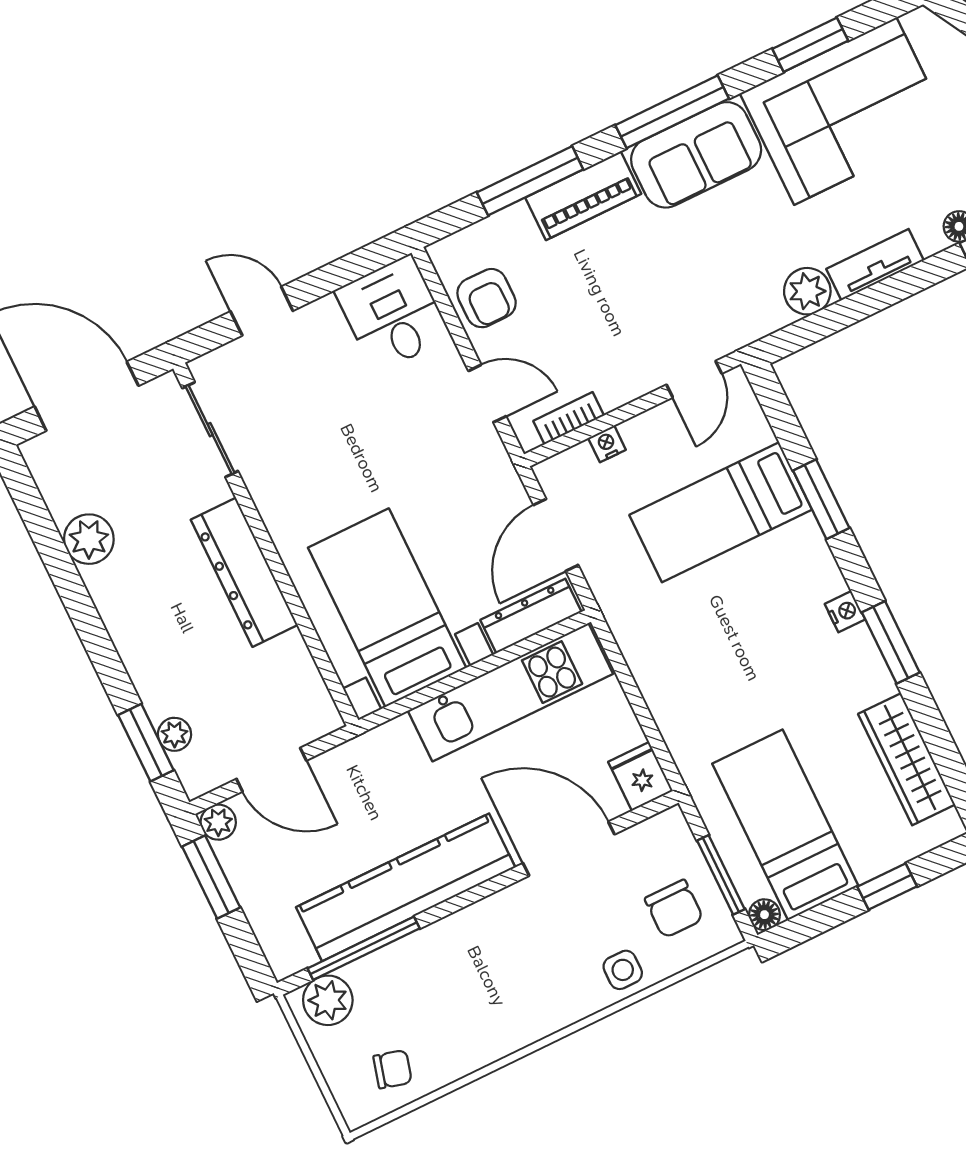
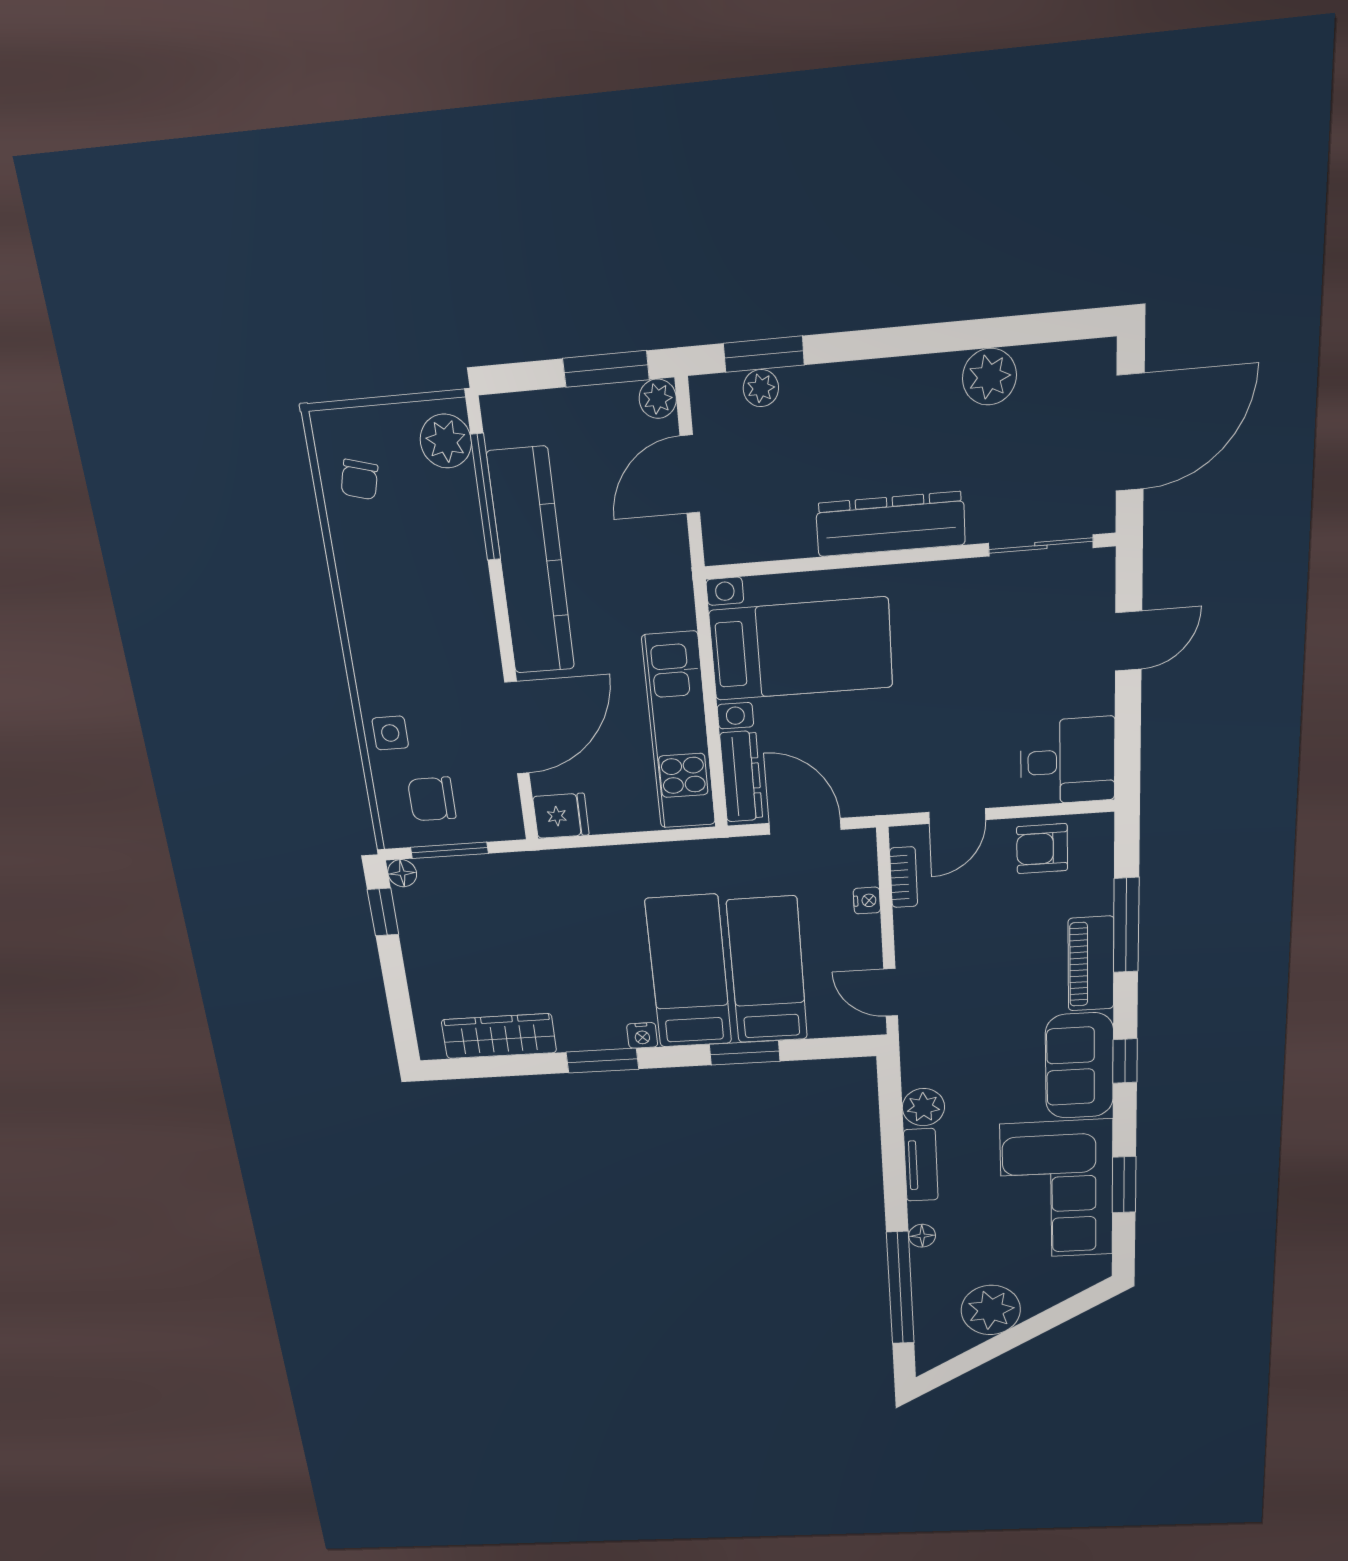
window: (672, 112) -> (1125, 1061), width x0.46
bed: (785, 825) -> (689, 972), moved, turned -90
window: (887, 887) -> (383, 912), moved

